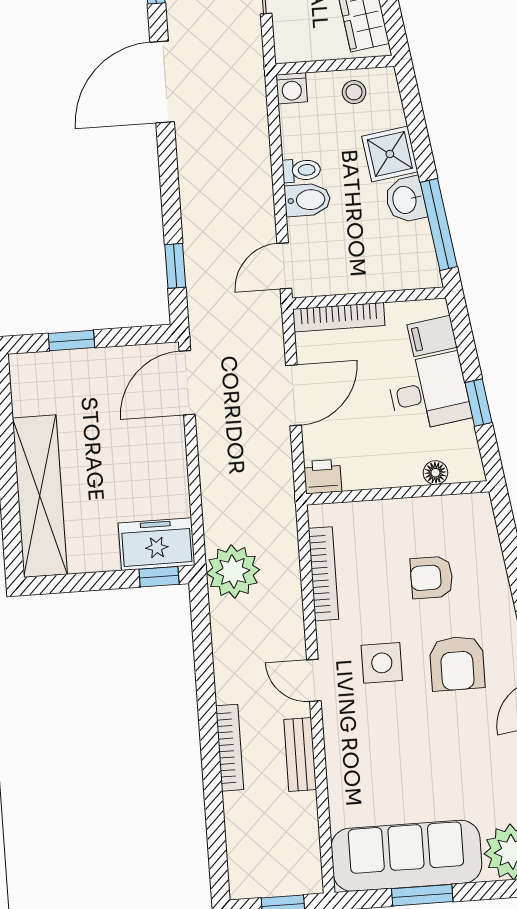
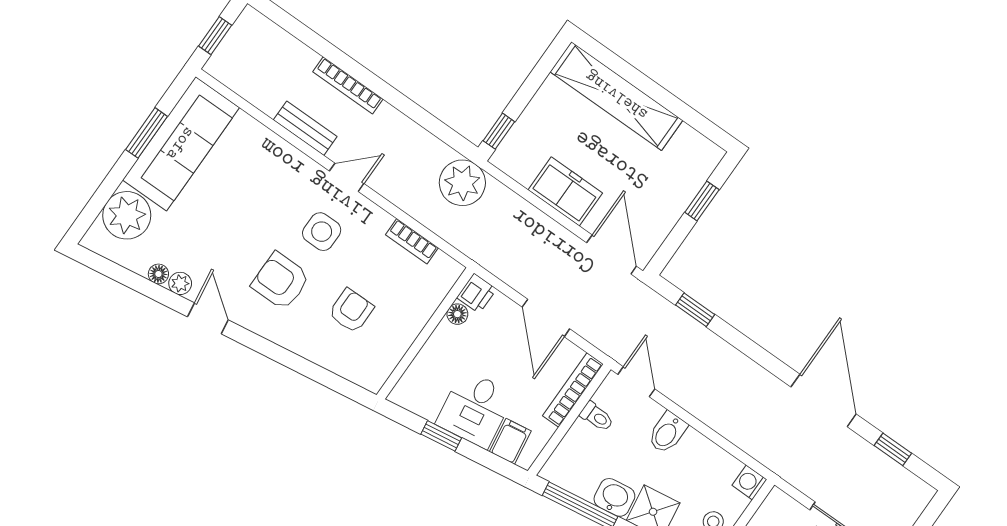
toilet: (301, 170) -> (597, 417), moved, turned -90
floor lamp: (435, 473) -> (457, 314), moved
freezer: (157, 544) -> (565, 191), moved, turned -90
bookcase: (324, 574) -> (412, 241), width x0.64

